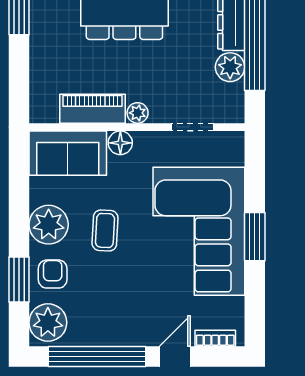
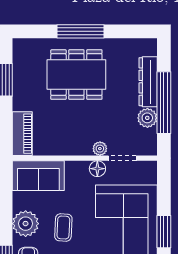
piano: (92, 109) -> (22, 134), moved, turned 90
plant: (138, 113) -> (100, 149), moved
floor lamp: (120, 143) -> (97, 169), moved

